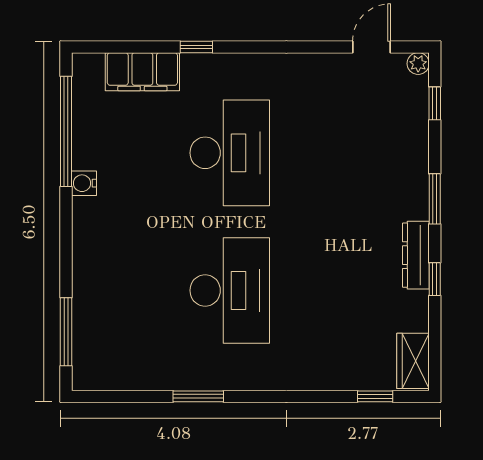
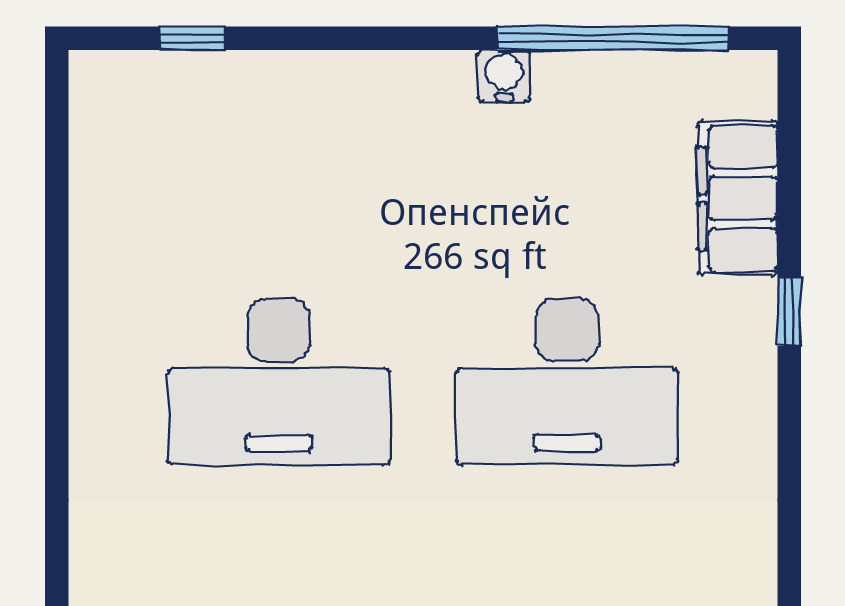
window: (66, 332) -> (192, 38), width x0.46
window: (198, 396) -> (57, 315), removed

